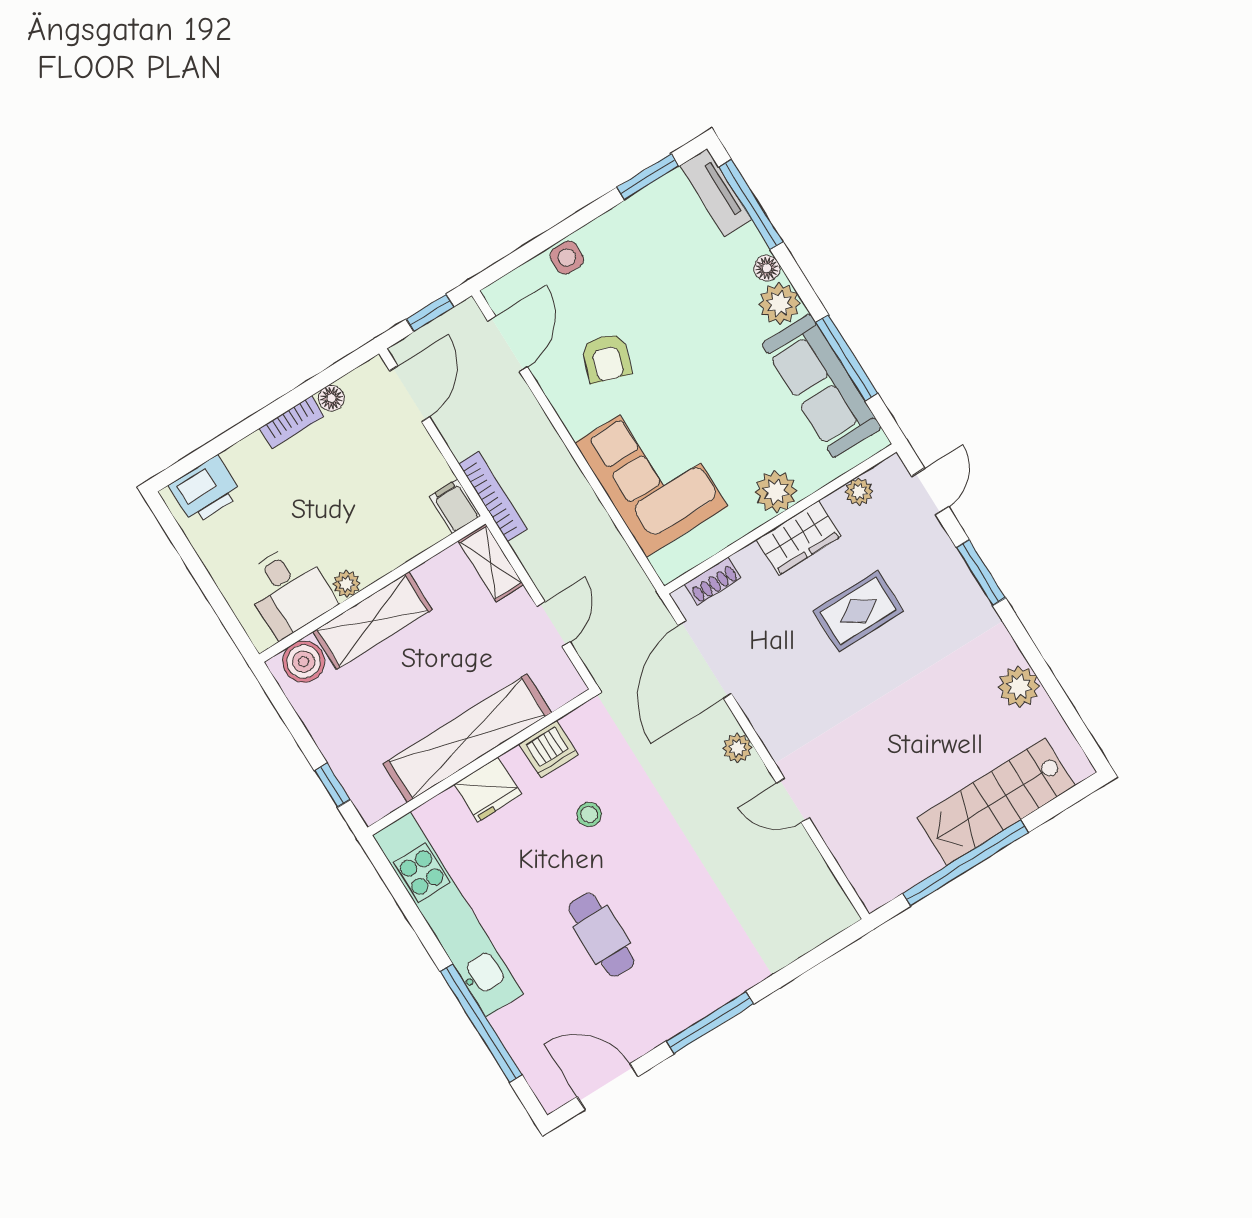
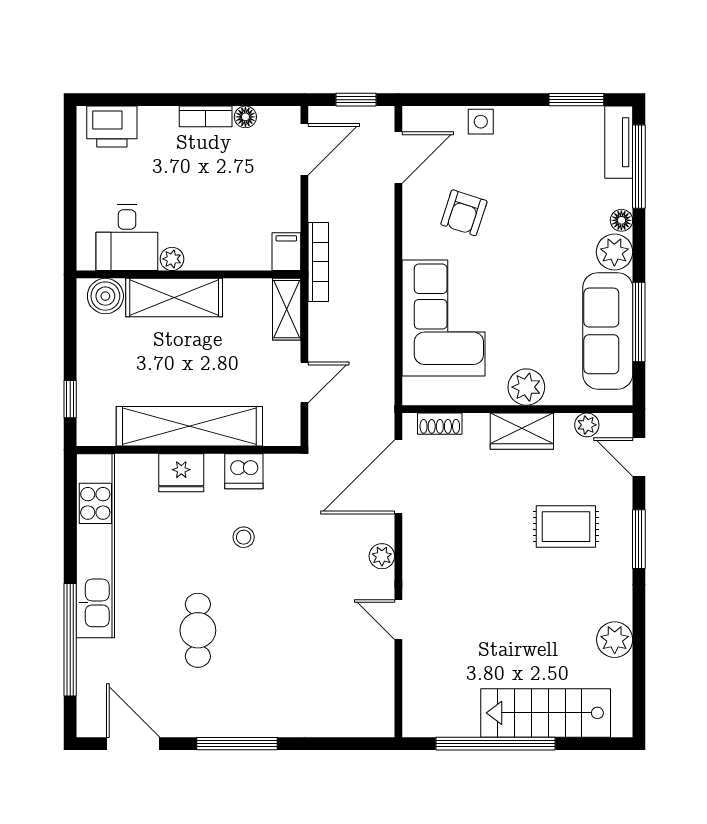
door: (930, 491) -> (639, 457), swing flipped
rug: (858, 611) -> (566, 527), moved

